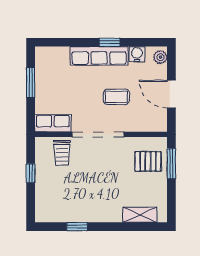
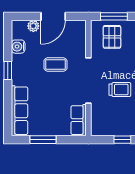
row of seats: (99, 56) -> (20, 111), moved
plant: (160, 57) -> (33, 26), moved
coffee table: (116, 97) -> (55, 65), turned 90
trolley: (62, 153) -> (120, 90), moved

